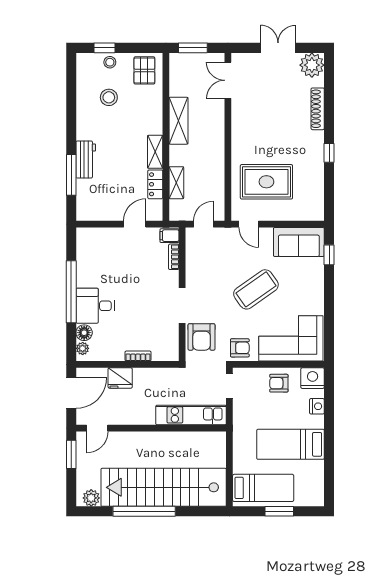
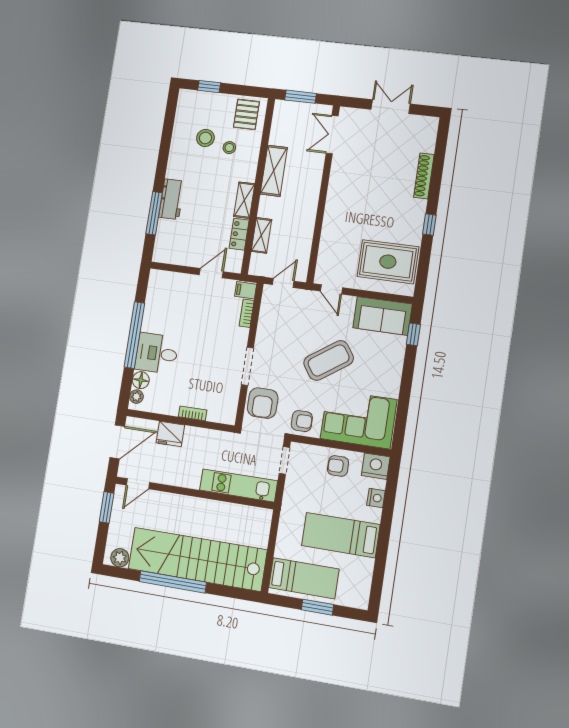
stool: (110, 62) -> (229, 148), moved
plant: (312, 65) -> (424, 129), removed
rug: (266, 182) -> (388, 262), moved

